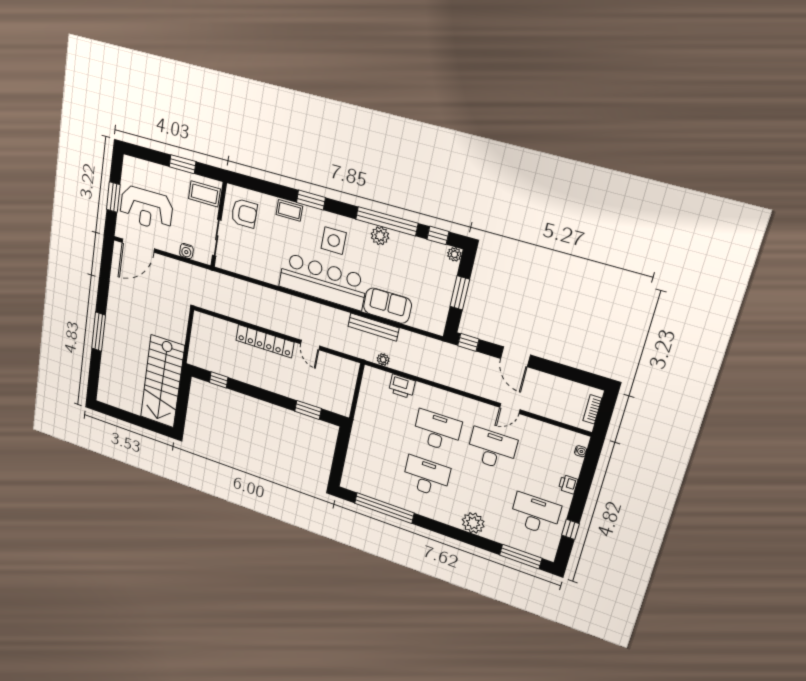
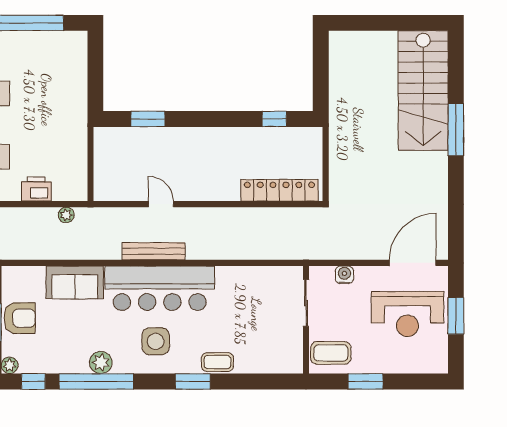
reception desk: (146, 208) -> (408, 314), turned 180
armchair: (244, 213) -> (20, 318), moved, turned 180
bench: (373, 327) -> (154, 251), moved
locker: (265, 341) -> (279, 190), moved
stairs: (162, 381) -> (423, 91), moved, turned 180

